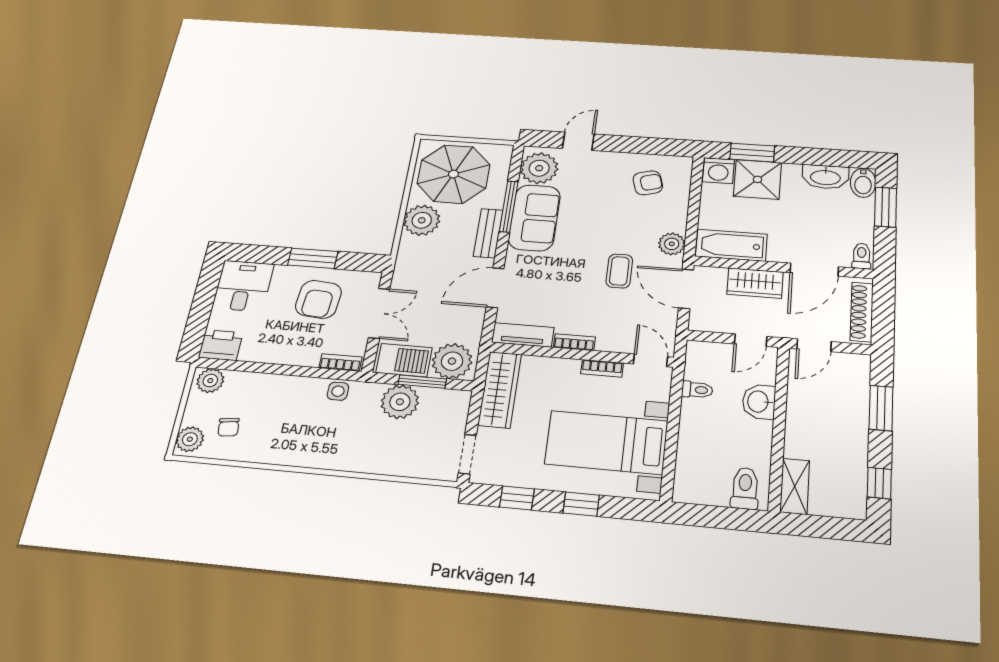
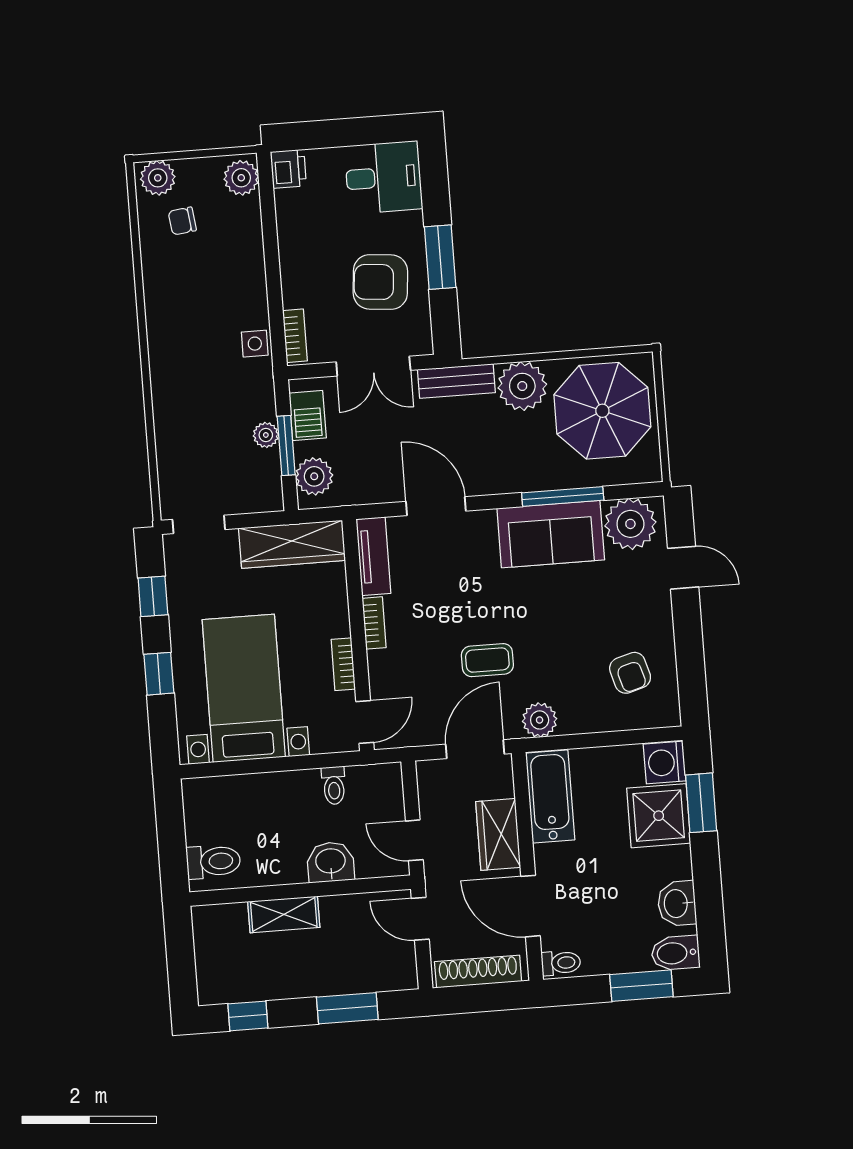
washbasin: (825, 177) -> (677, 903), width x0.72
bench: (488, 233) -> (456, 381), moved
printer: (221, 345) -> (288, 169), width x0.73, depth x0.81
barbecue: (404, 360) -> (308, 416), width x0.73, depth x0.79
plant: (452, 361) -> (314, 476), width x0.73, depth x0.73
plant: (400, 402) -> (266, 435), width x0.53, depth x0.53
shelving: (795, 486) -> (284, 914), moved

